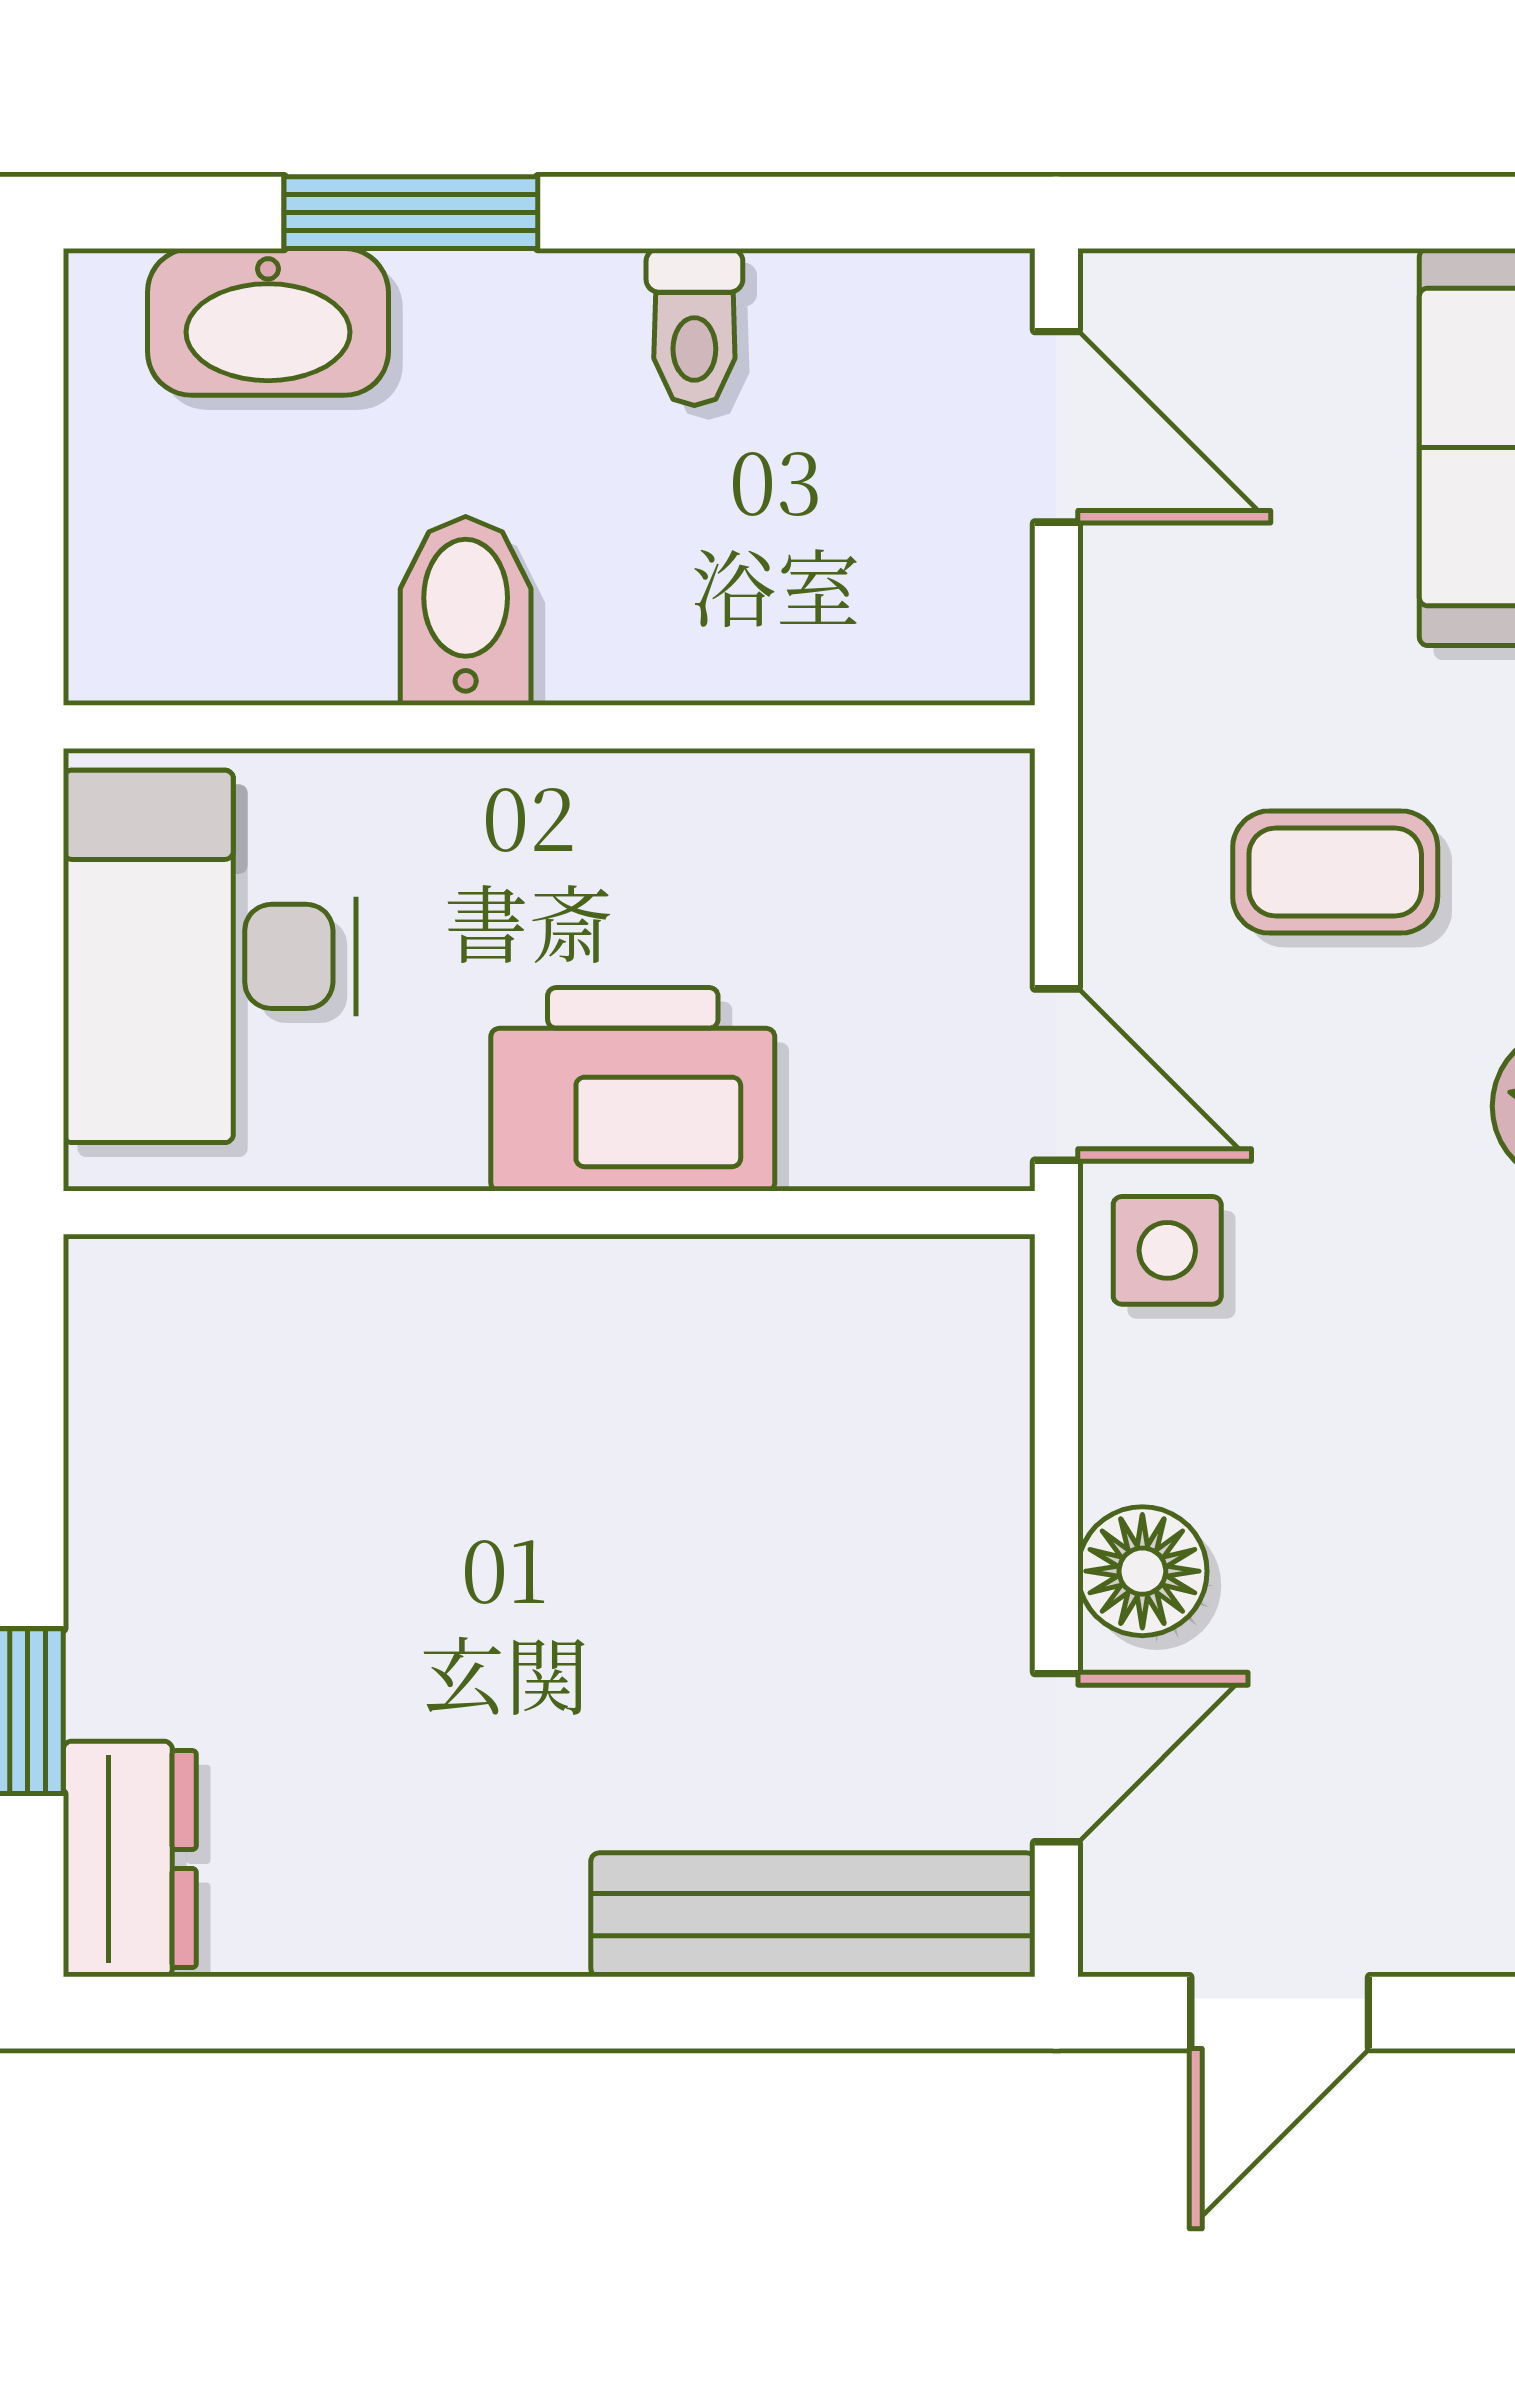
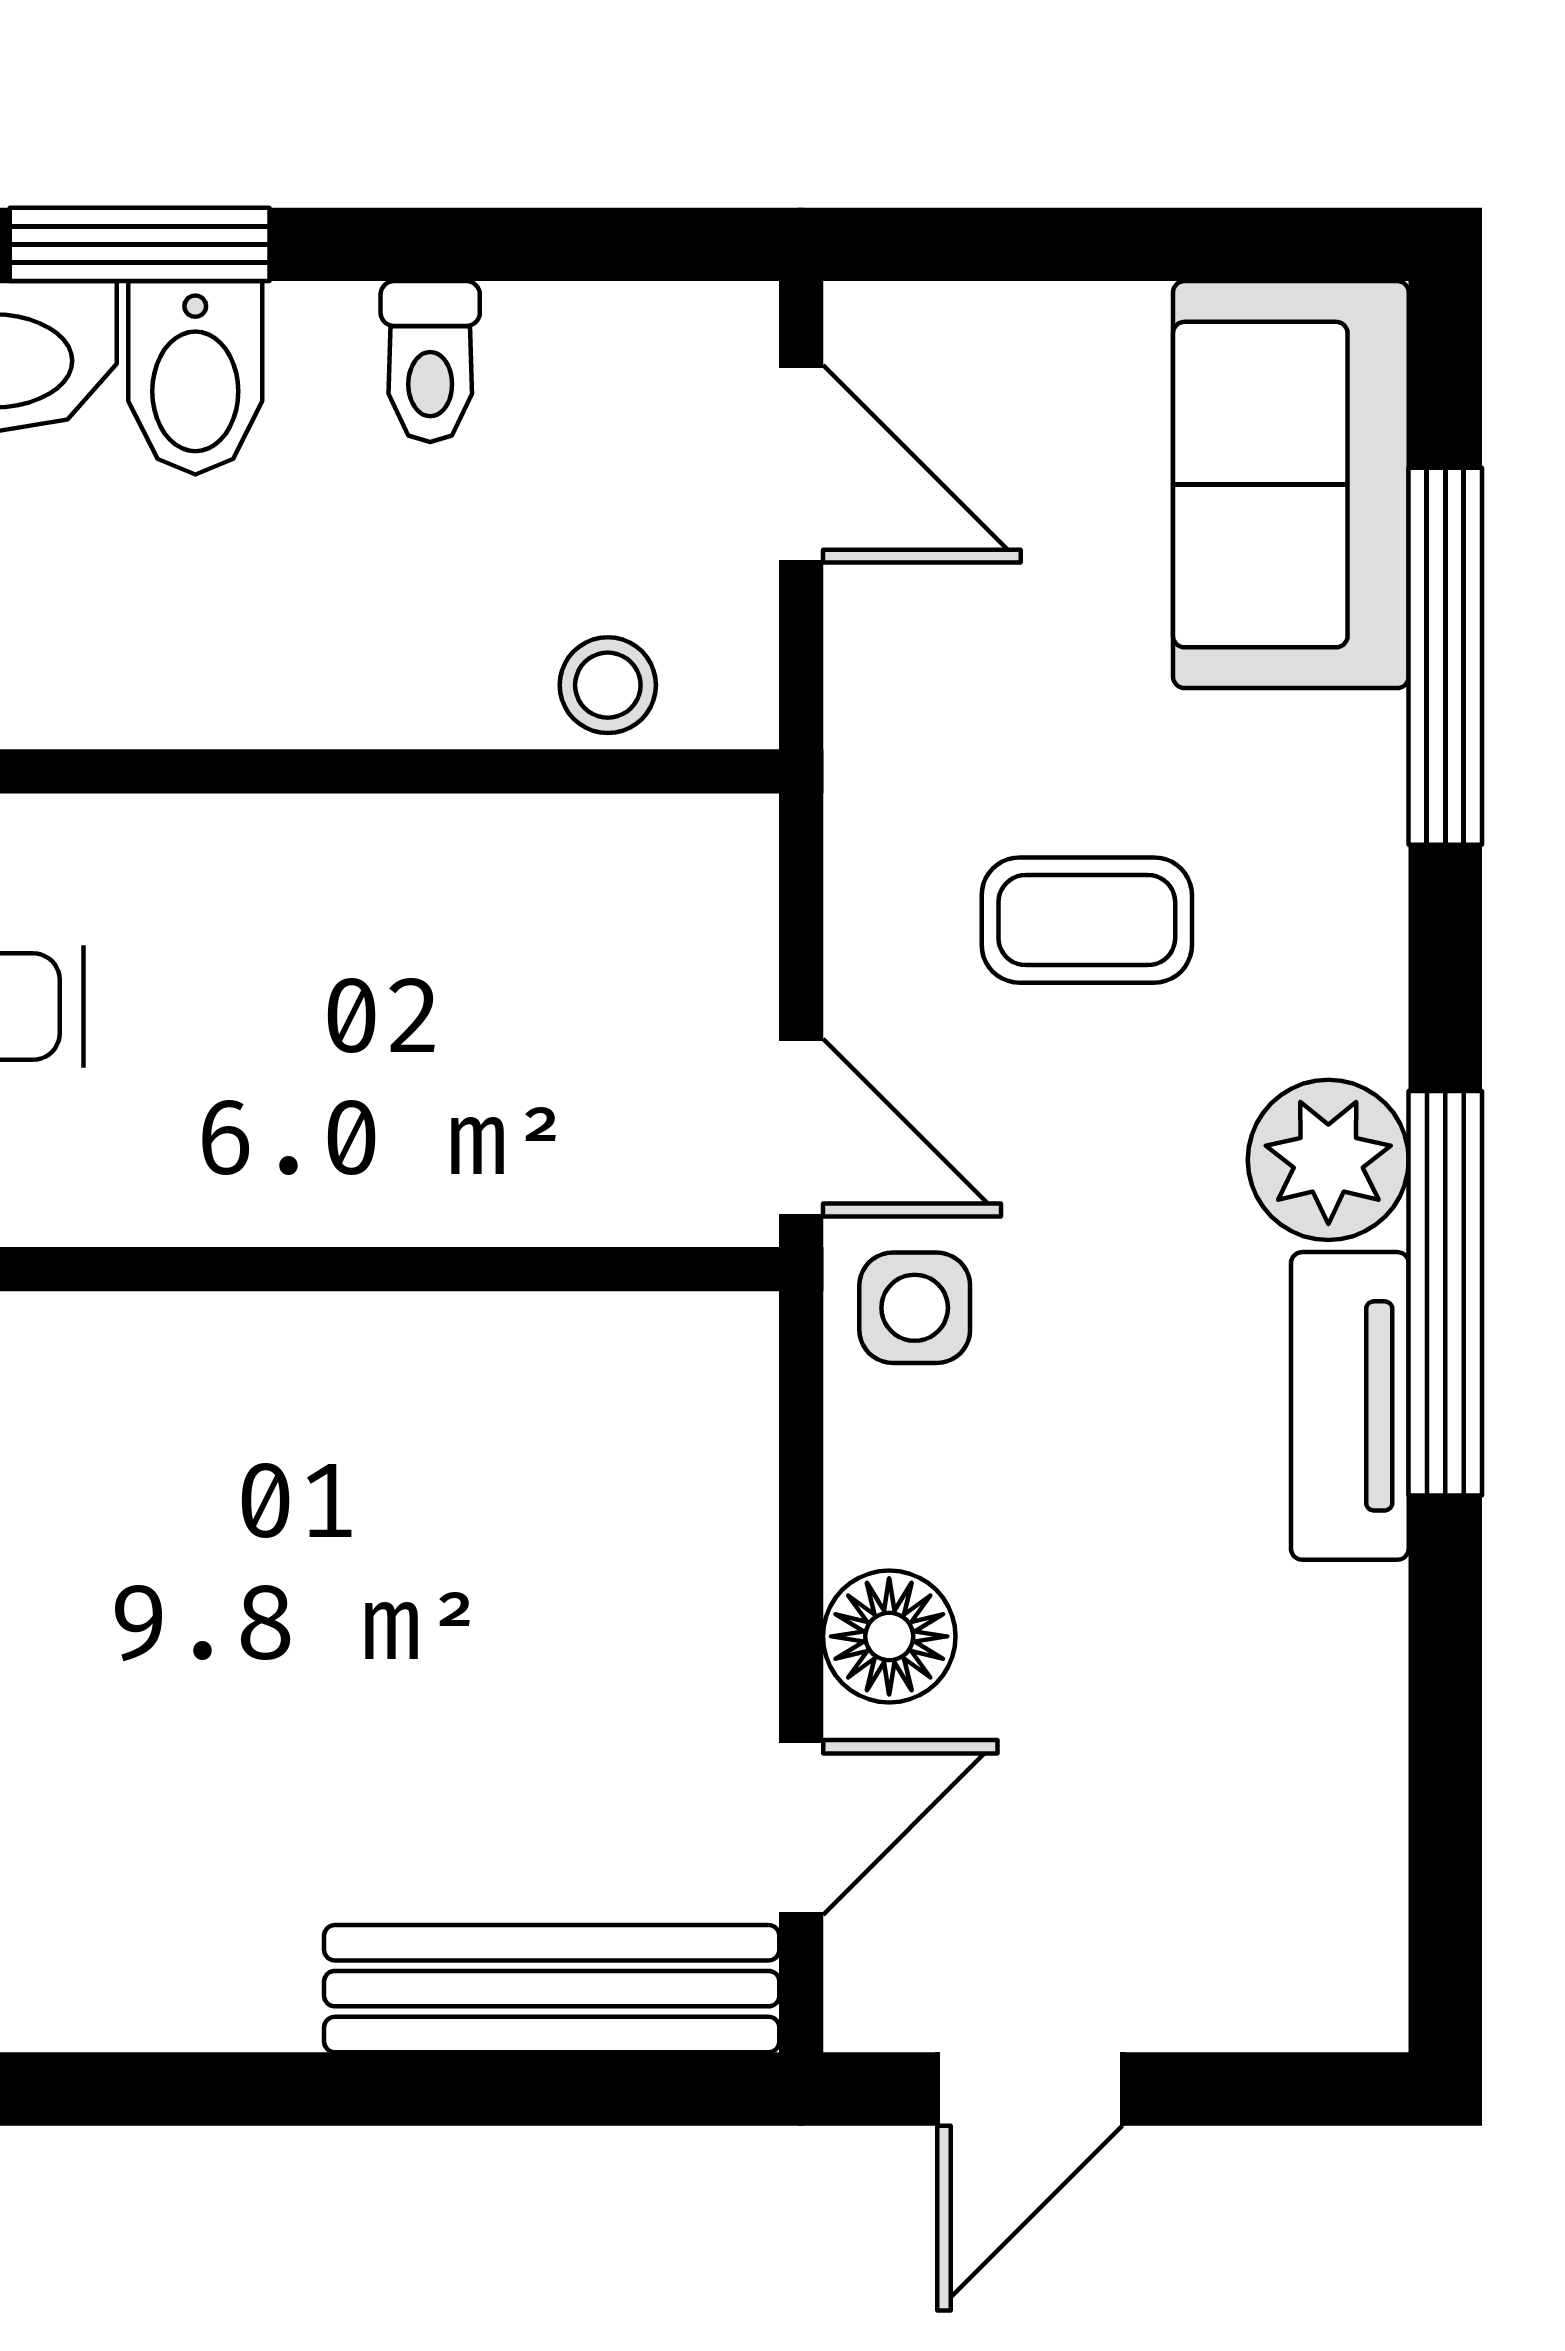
bidet: (466, 611) -> (195, 378), moved, turned 180
stool: (868, 643) -> (608, 685), added
printer: (633, 1089) -> (367, 1143), removed

